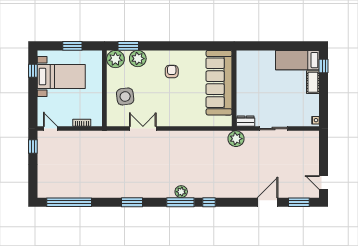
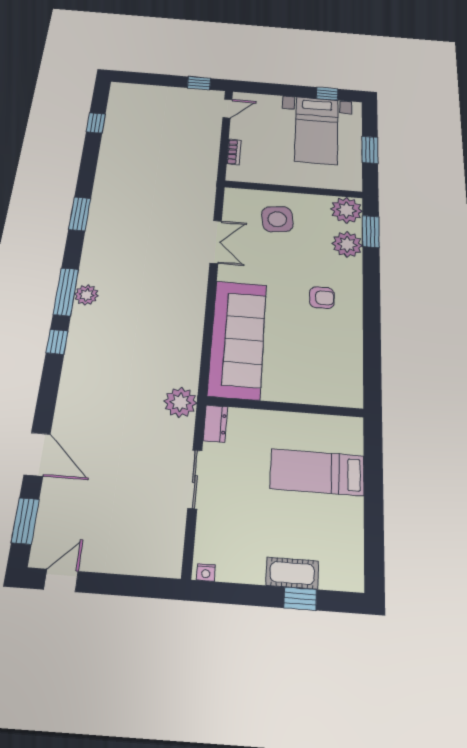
bed: (297, 60) -> (317, 472), moved, turned -90
window: (324, 66) -> (300, 599), moved
sofa: (219, 83) -> (237, 339), moved, turned 90
window: (69, 202) -> (96, 123), width x0.32

